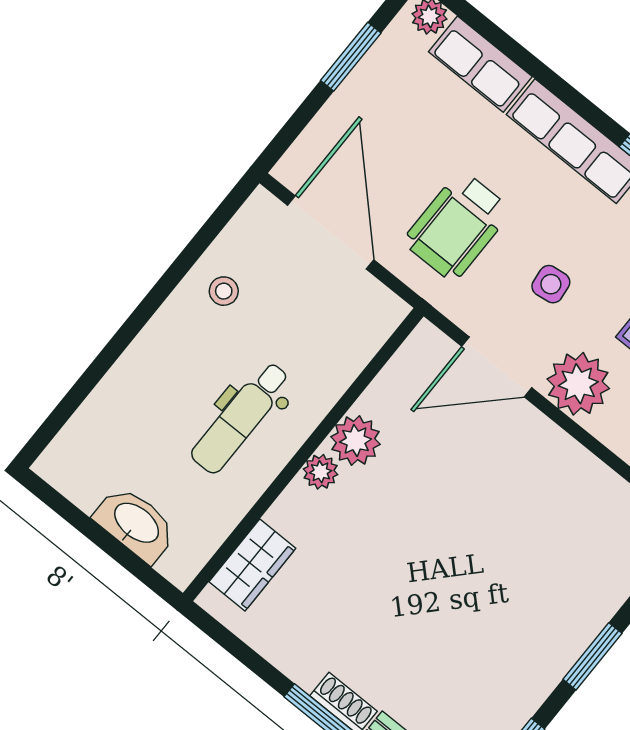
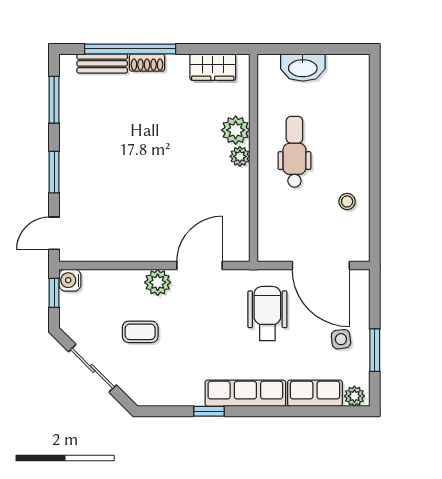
side table: (551, 284) -> (341, 339), moved
plant: (578, 384) -> (158, 282), width x0.73, depth x0.73
plant: (356, 441) -> (236, 130), moved
wardrobe: (252, 565) -> (213, 67), moved, turned -90

